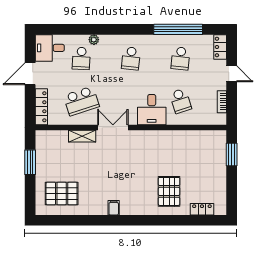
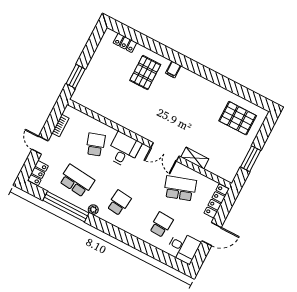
plant: (94, 40) -> (93, 210), moved
school desk: (180, 58) -> (77, 181), width x1.85
filing cabinet: (114, 208) -> (173, 69), moved

